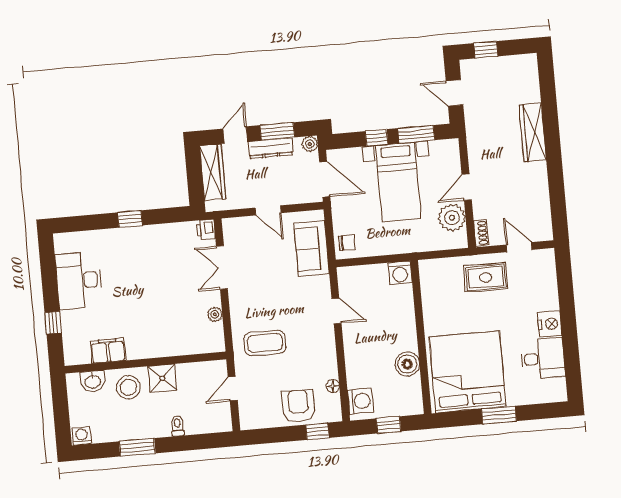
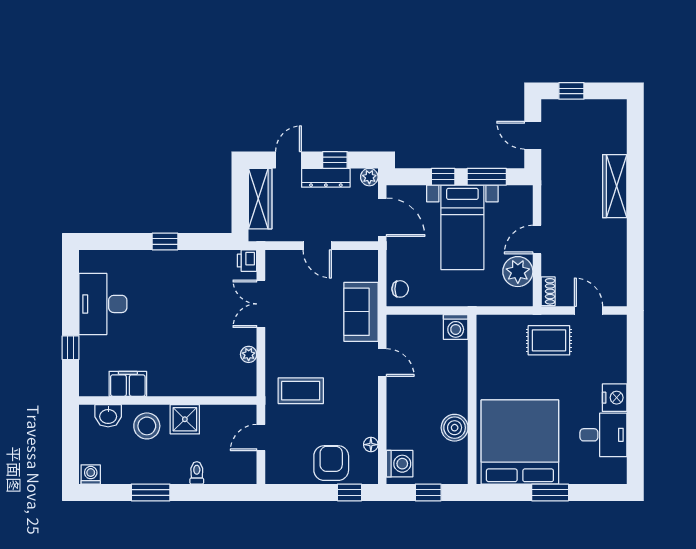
window: (277, 131) -> (335, 160), width x0.67
sofa: (312, 249) -> (361, 312), moved

